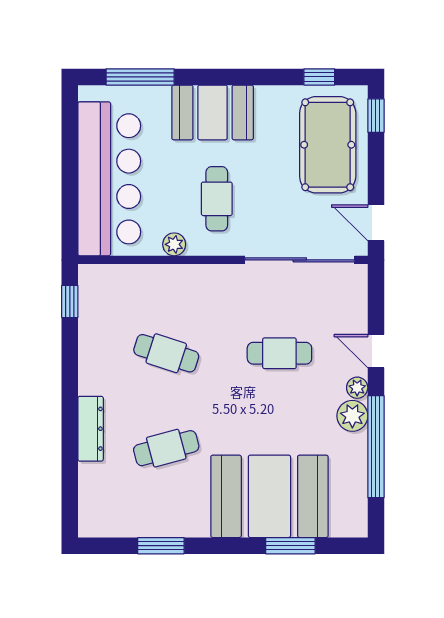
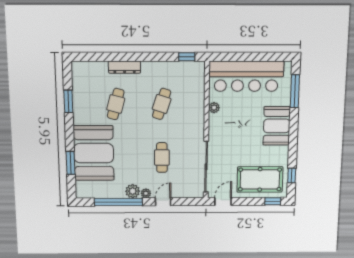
cafe table: (217, 199) -> (236, 128), removed
cafe table: (166, 448) -> (116, 104), turned 30

